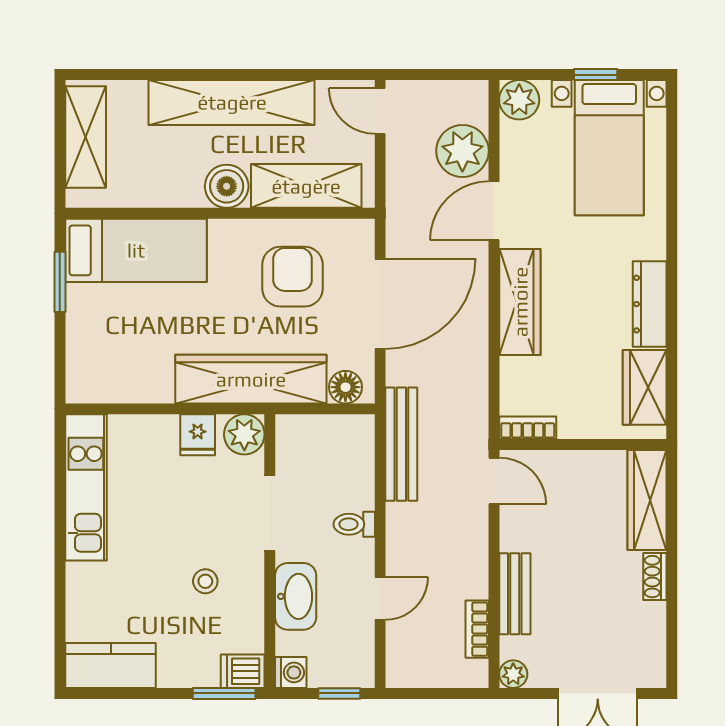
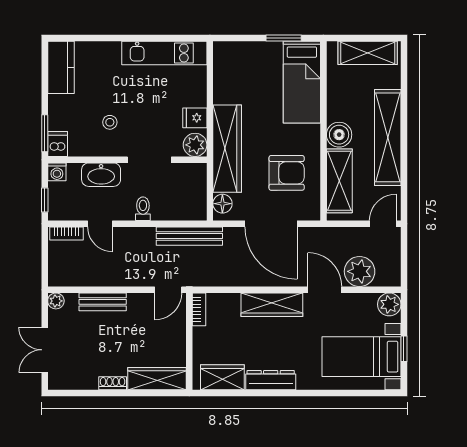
bookcase: (477, 629) -> (67, 233), moved, turned 180

